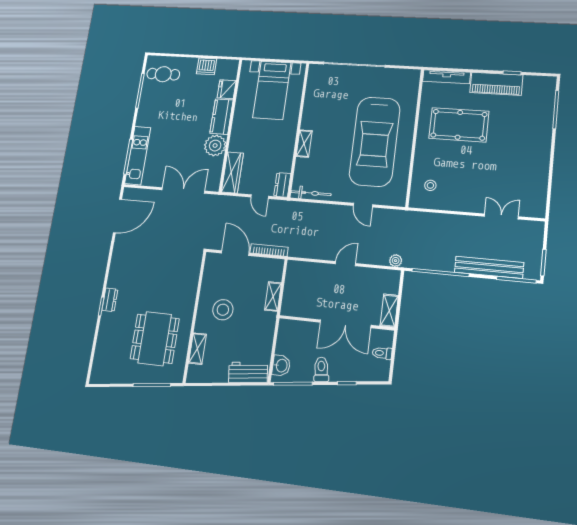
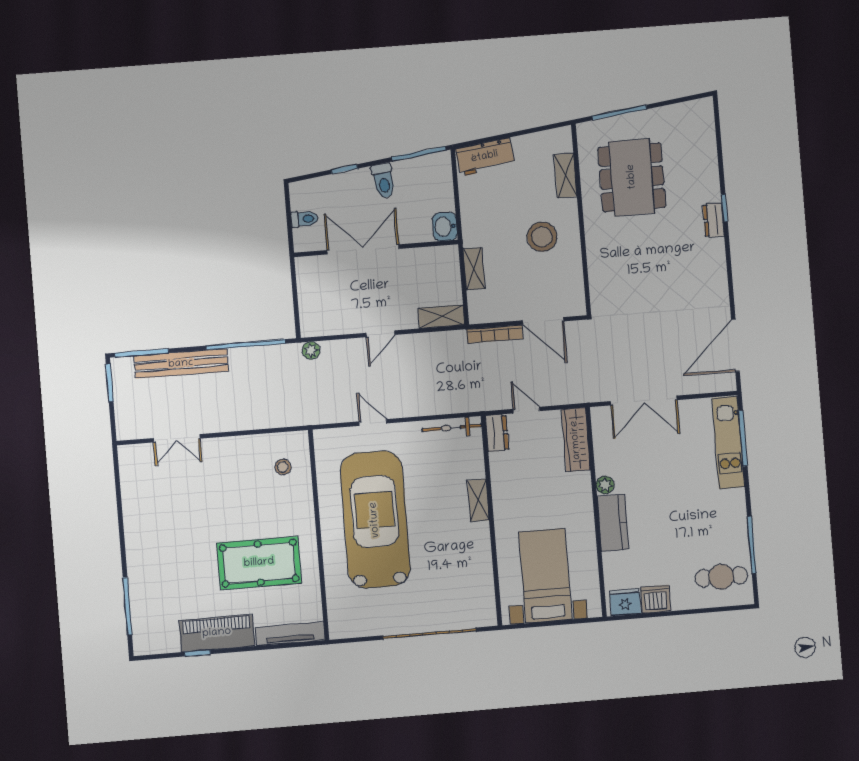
fridge: (227, 89) -> (625, 602), moved, turned -90
plant: (215, 145) -> (605, 485), width x0.53, depth x0.53
shelving: (389, 311) -> (441, 317), moved, turned 90
washbasin: (281, 366) -> (445, 227), moved

